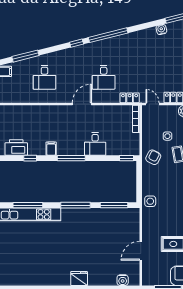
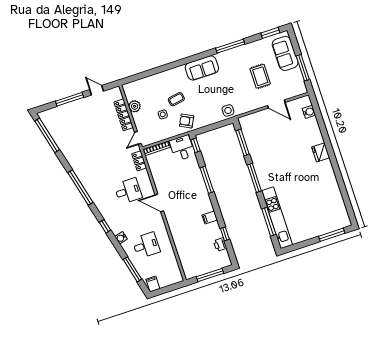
water cooler: (161, 30) -> (121, 238), moved
window: (108, 35) -> (80, 187), moved
desk: (95, 144) -> (182, 148), moved, turned -90
printer: (16, 147) -> (220, 245), width x0.53, depth x0.68
window: (71, 158) -> (207, 180), moved

